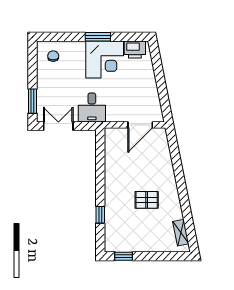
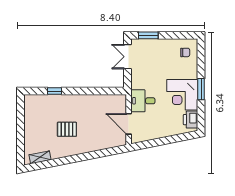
desk: (92, 108) -> (143, 101), moved
double door: (58, 126) -> (128, 57), swing flipped
pallet: (147, 200) -> (67, 129), turned 90
window: (124, 256) -> (21, 110), removed

